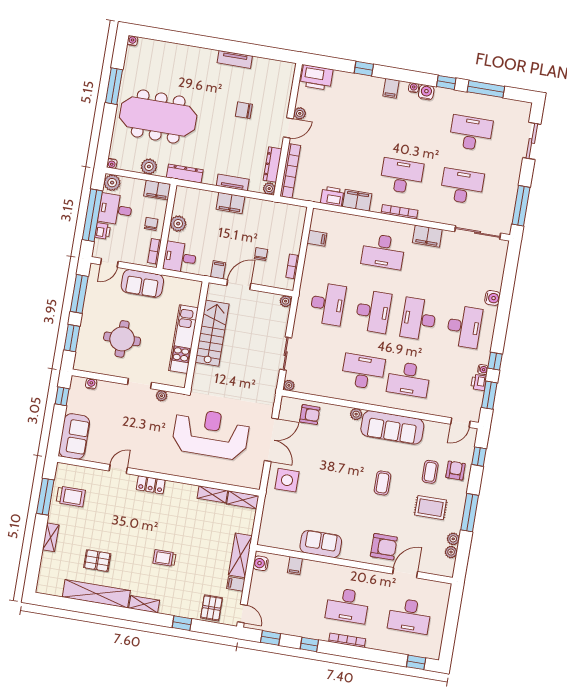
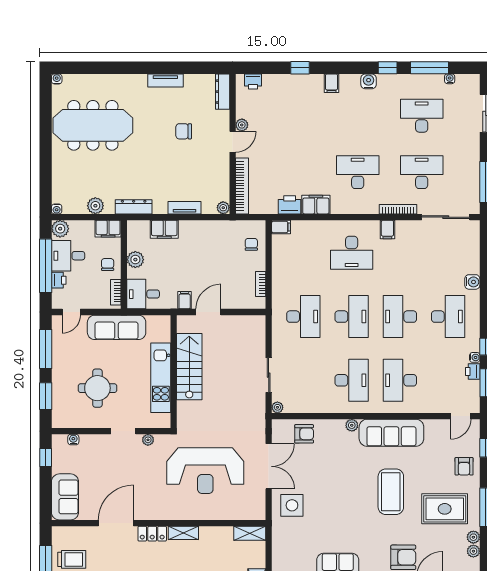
printer: (317, 78) -> (253, 81), width x0.53, depth x0.68
window: (114, 86) -> (46, 129), removed
water cooler: (414, 88) -> (450, 79), moved
meeting table: (158, 116) -> (93, 125), moved
dresser: (273, 165) -> (223, 92), moved
filing cabinet: (230, 203) -> (164, 229), moved
bookcase: (400, 212) -> (398, 209), moved
filing cabinet: (427, 236) -> (387, 230), width x0.50
filing cabinet: (317, 238) -> (281, 227), moved
chair: (261, 254) -> (251, 244), moved
sofa: (142, 283) -> (117, 327), width x1.36
plant: (286, 301) -> (260, 321), removed
desk: (363, 372) -> (352, 380), turned 90
desk: (409, 379) -> (400, 380), turned 90
reception desk: (211, 434) -> (205, 471), turned 180
door: (118, 469) -> (116, 523), width x1.87
armchair: (456, 471) -> (464, 466), turned 180
coffee table: (430, 472) -> (438, 472), removed
coffee table: (382, 483) -> (391, 492), width x1.86, depth x1.72
shelving: (212, 494) -> (183, 533), moved
rug: (431, 508) -> (445, 509), width x1.36, depth x1.43

